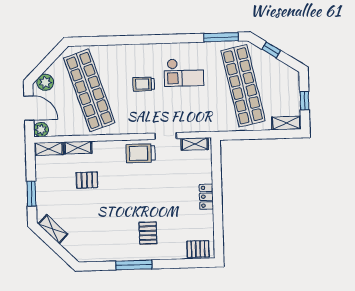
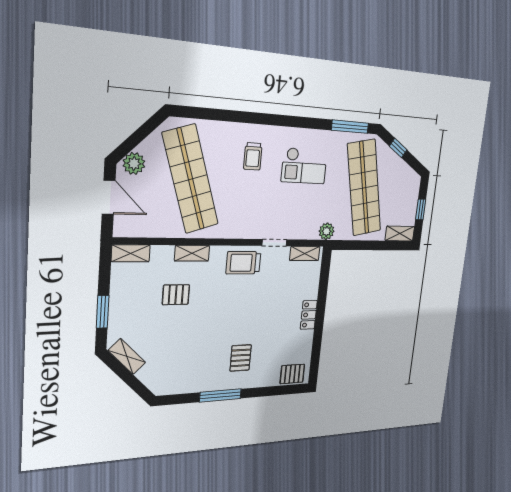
trolley: (144, 84) -> (253, 156), moved, turned -90
plant: (41, 130) -> (327, 231), moved
shelving: (78, 148) -> (192, 253), moved

